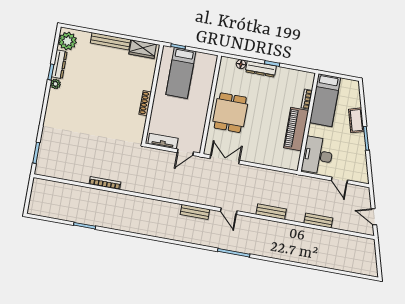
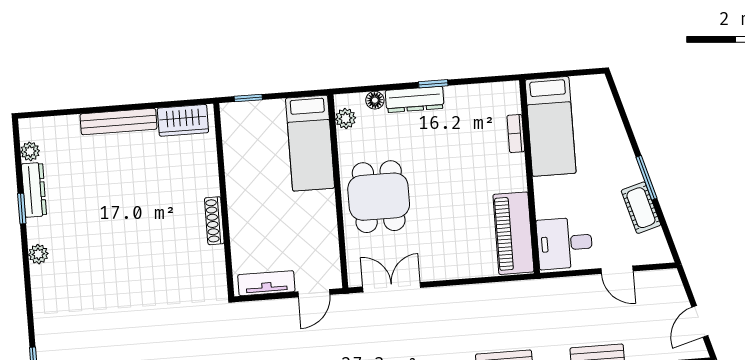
plant: (68, 41) -> (30, 151), width x0.53, depth x0.53
plant: (224, 69) -> (346, 118), added
bed: (181, 73) -> (310, 143), moved
plant: (55, 84) -> (38, 254), moved
cot: (356, 120) -> (641, 208), moved
piano: (296, 129) -> (513, 233), moved
desk: (318, 155) -> (565, 243), width x0.73
door: (374, 217) -> (700, 321), hinge flipped

